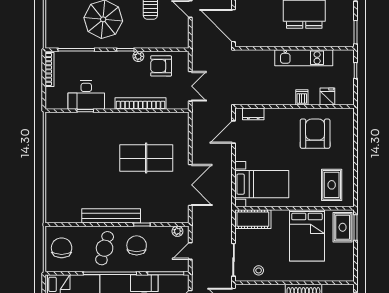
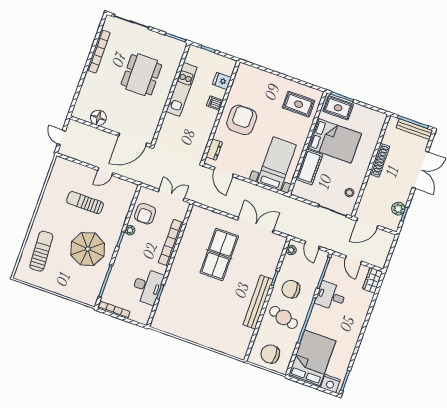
armchair: (315, 134) -> (242, 120), moved, turned 90
cot: (253, 219) -> (309, 167), moved

